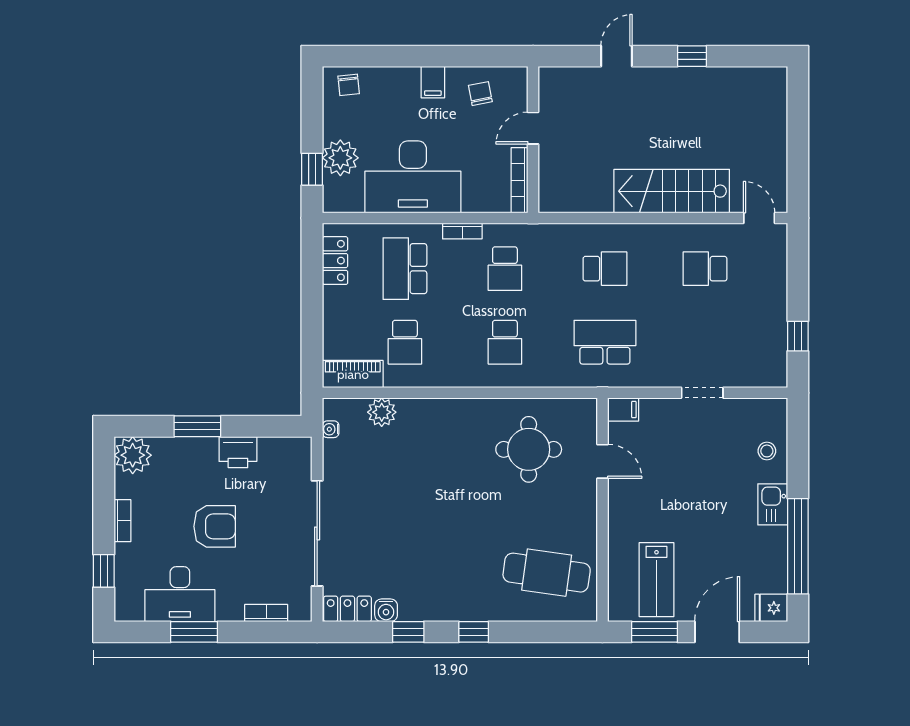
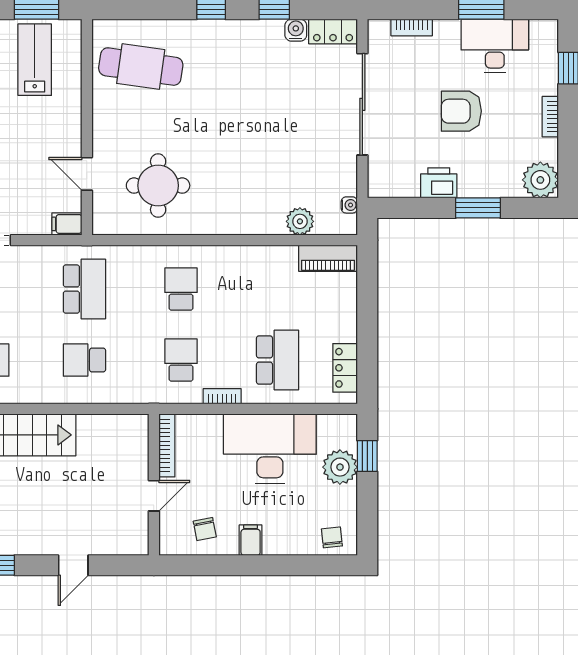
school desk: (405, 342) -> (278, 289), removed
school desk: (605, 342) -> (84, 289), turned -90

